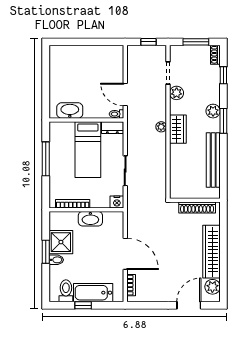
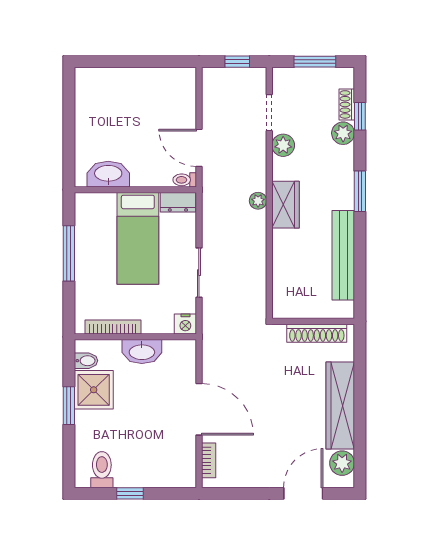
shoe rack: (215, 55) -> (347, 104), moved
plant: (213, 111) -> (343, 133), moved
bidet: (56, 260) -> (86, 361), moved
bathtub: (93, 293) -> (147, 473), removed

